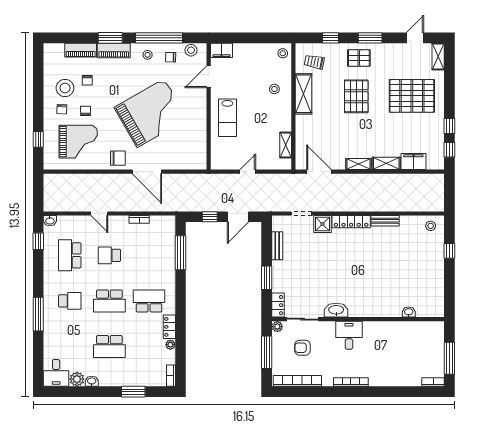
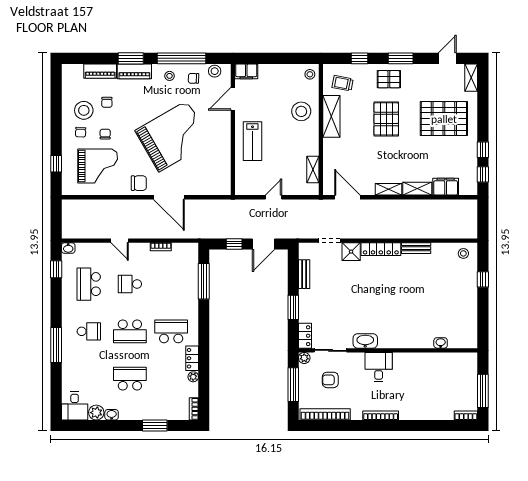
stool: (274, 89) -> (301, 111), width x1.89, depth x1.89
school desk: (109, 347) -> (130, 379), turned 180

